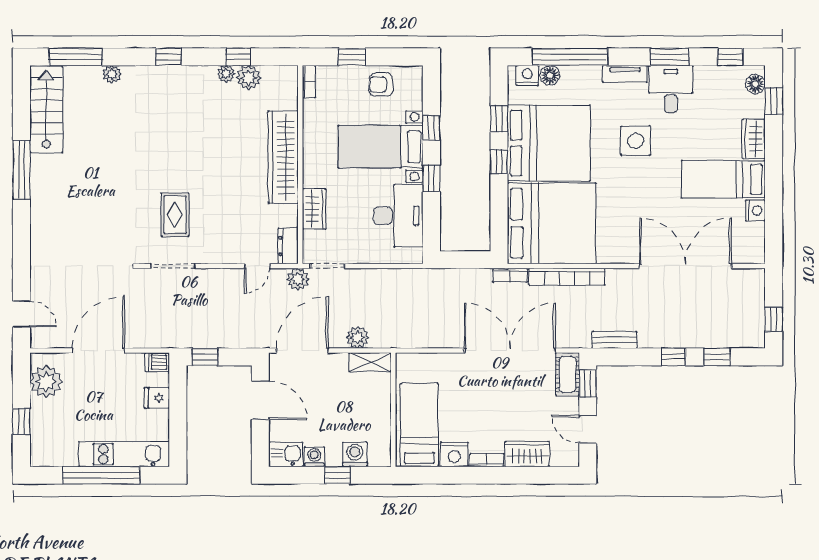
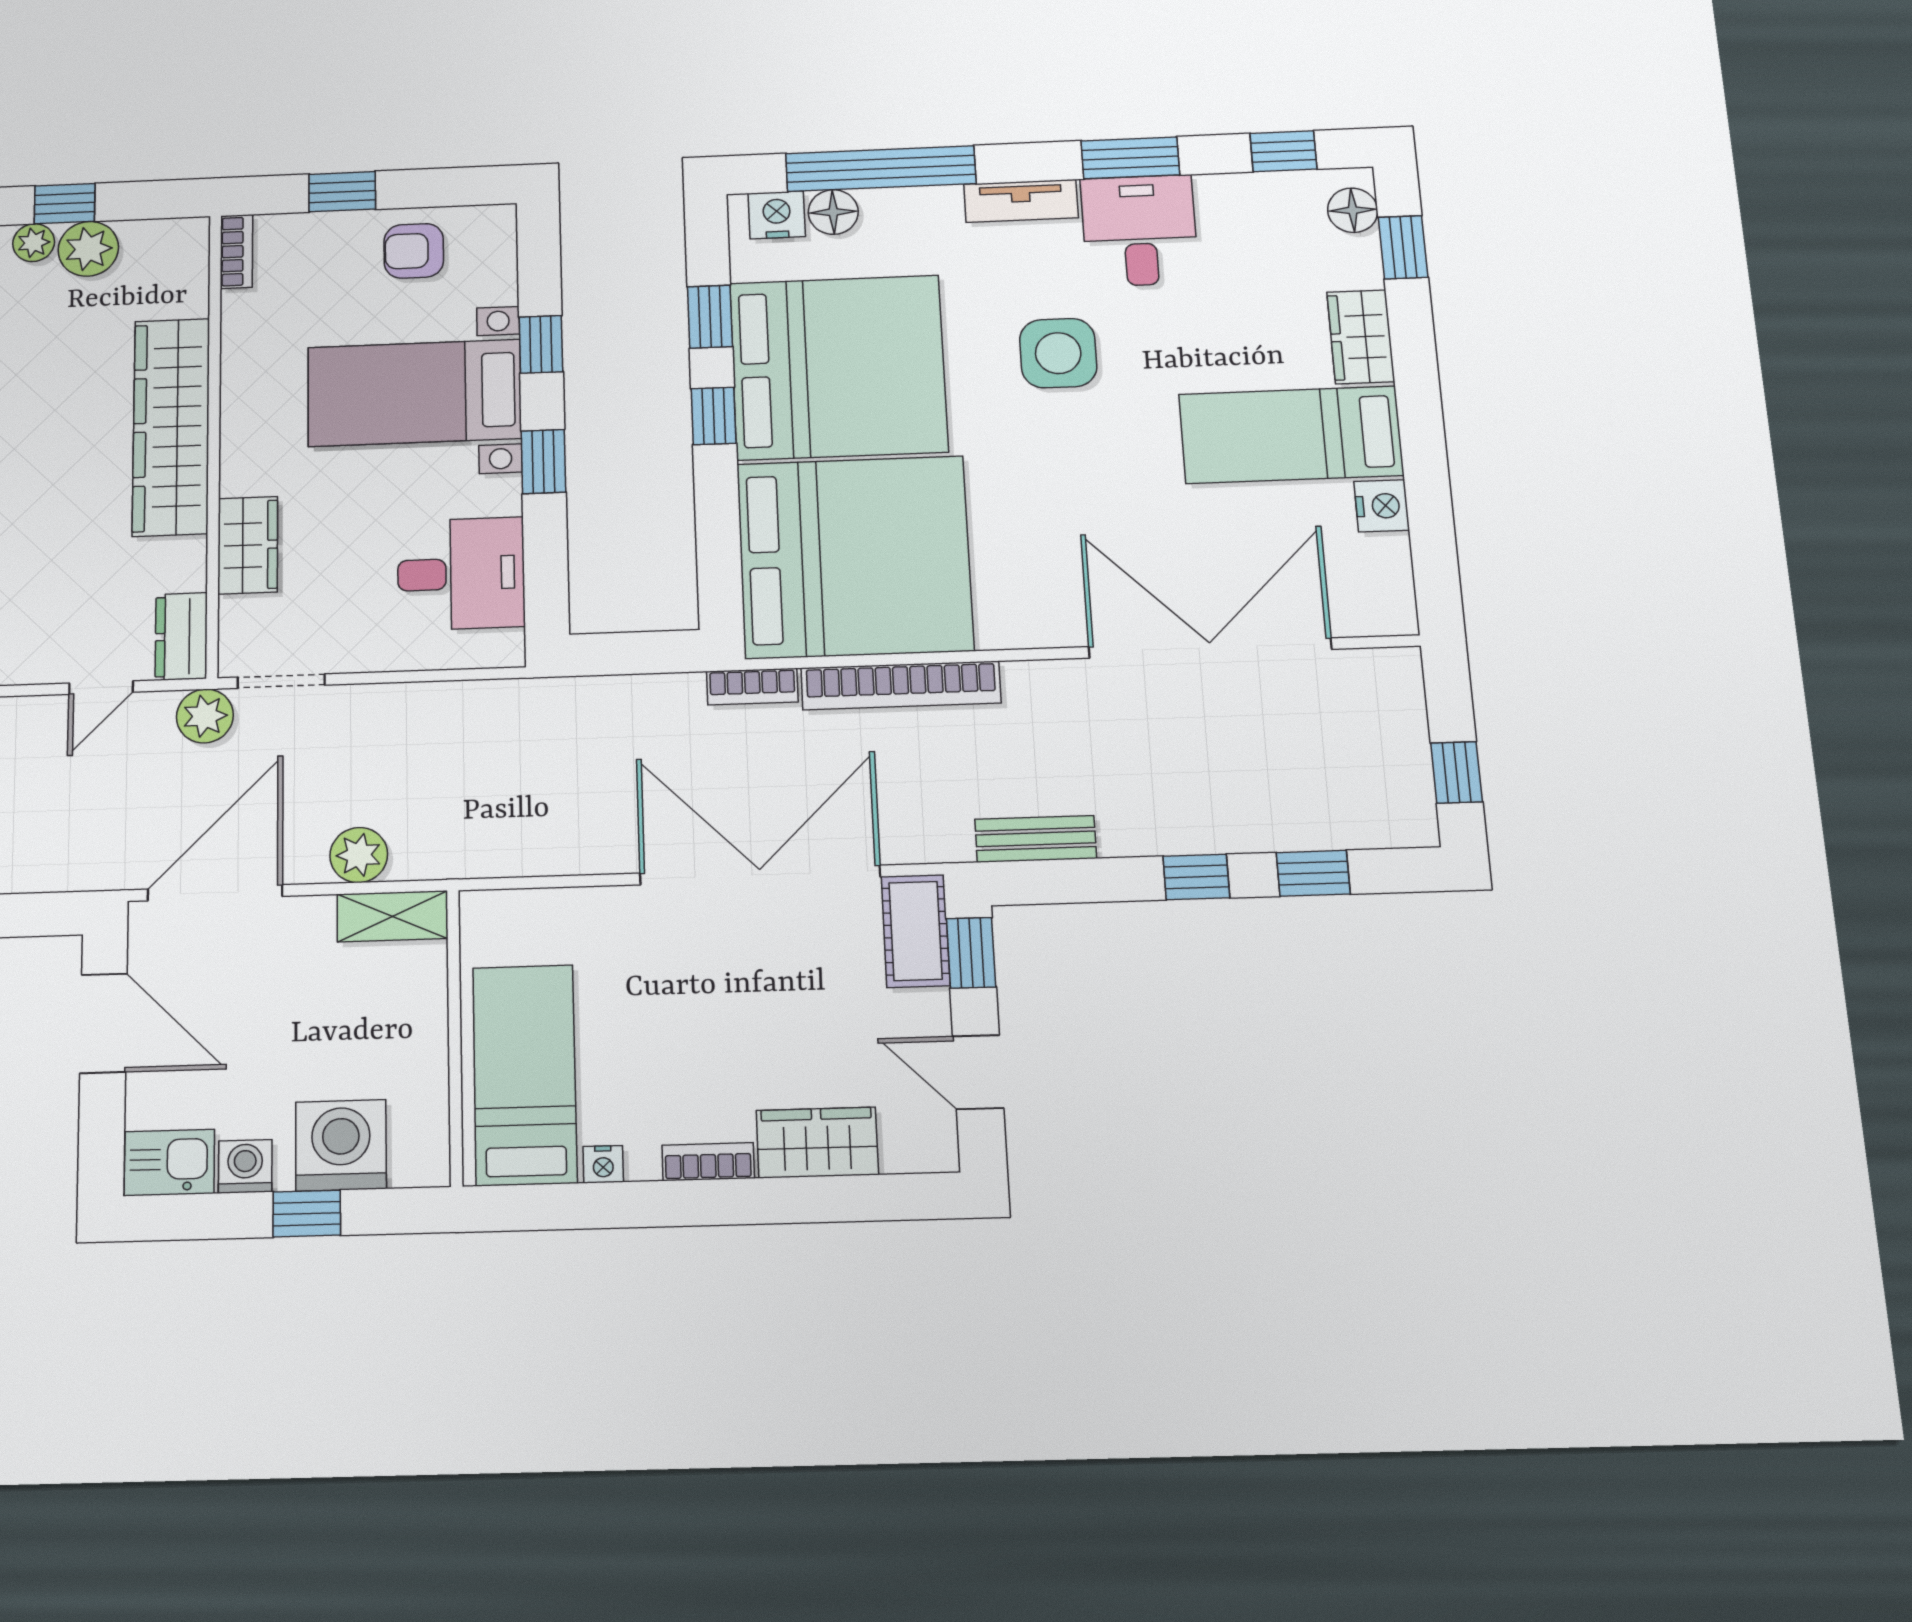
desk: (398, 216) -> (461, 574), width x0.73
washing machine: (355, 454) -> (341, 1145), width x1.37, depth x1.37
nightstand: (454, 454) -> (603, 1164), width x0.53, depth x0.56

